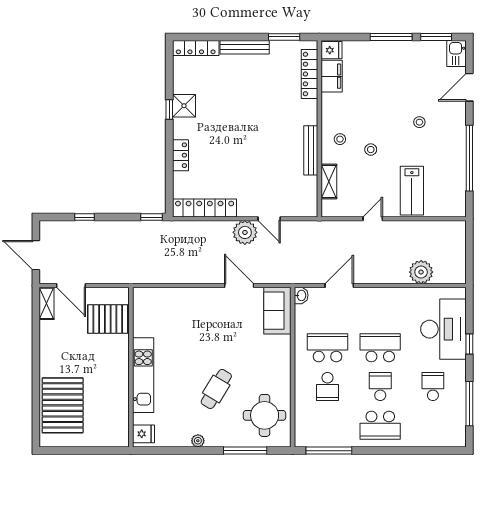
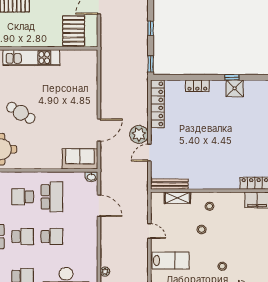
bench: (311, 150) -> (169, 184), moved
lab bench: (412, 191) -> (171, 261), turned 180
window: (85, 217) -> (151, 28), moved
plant: (421, 272) -> (105, 272), width x0.53, depth x0.53
school desk: (380, 348) -> (52, 237), width x0.54

